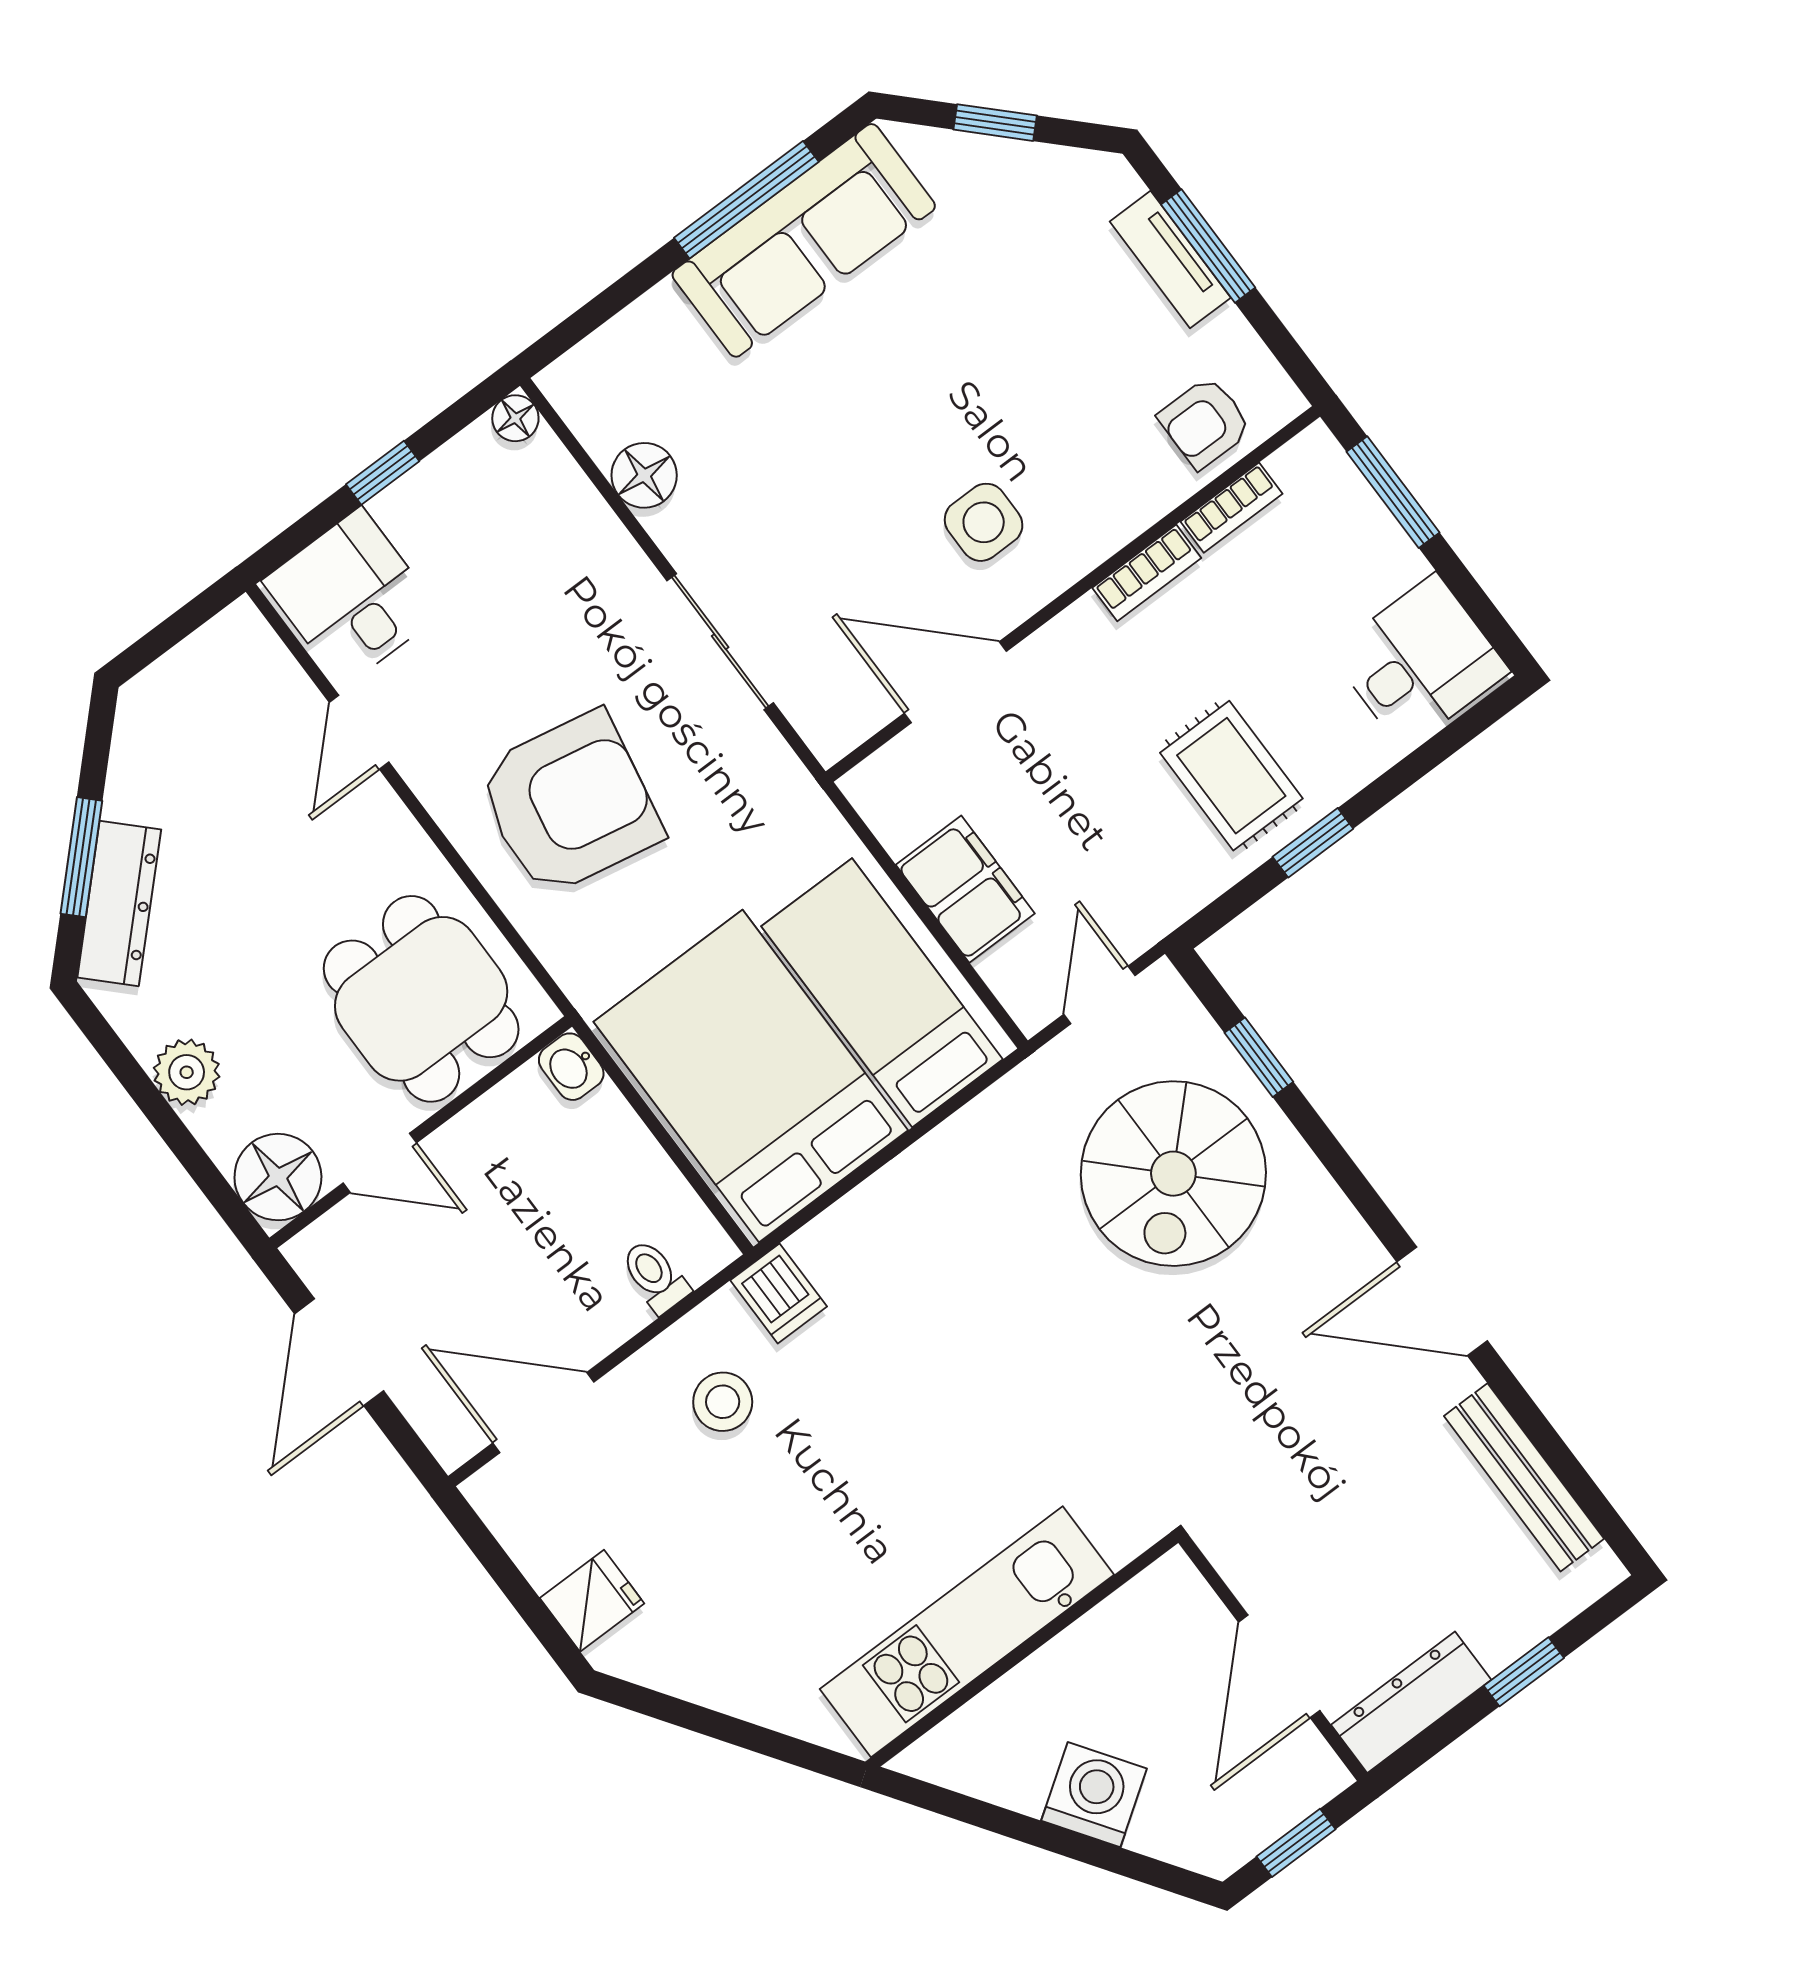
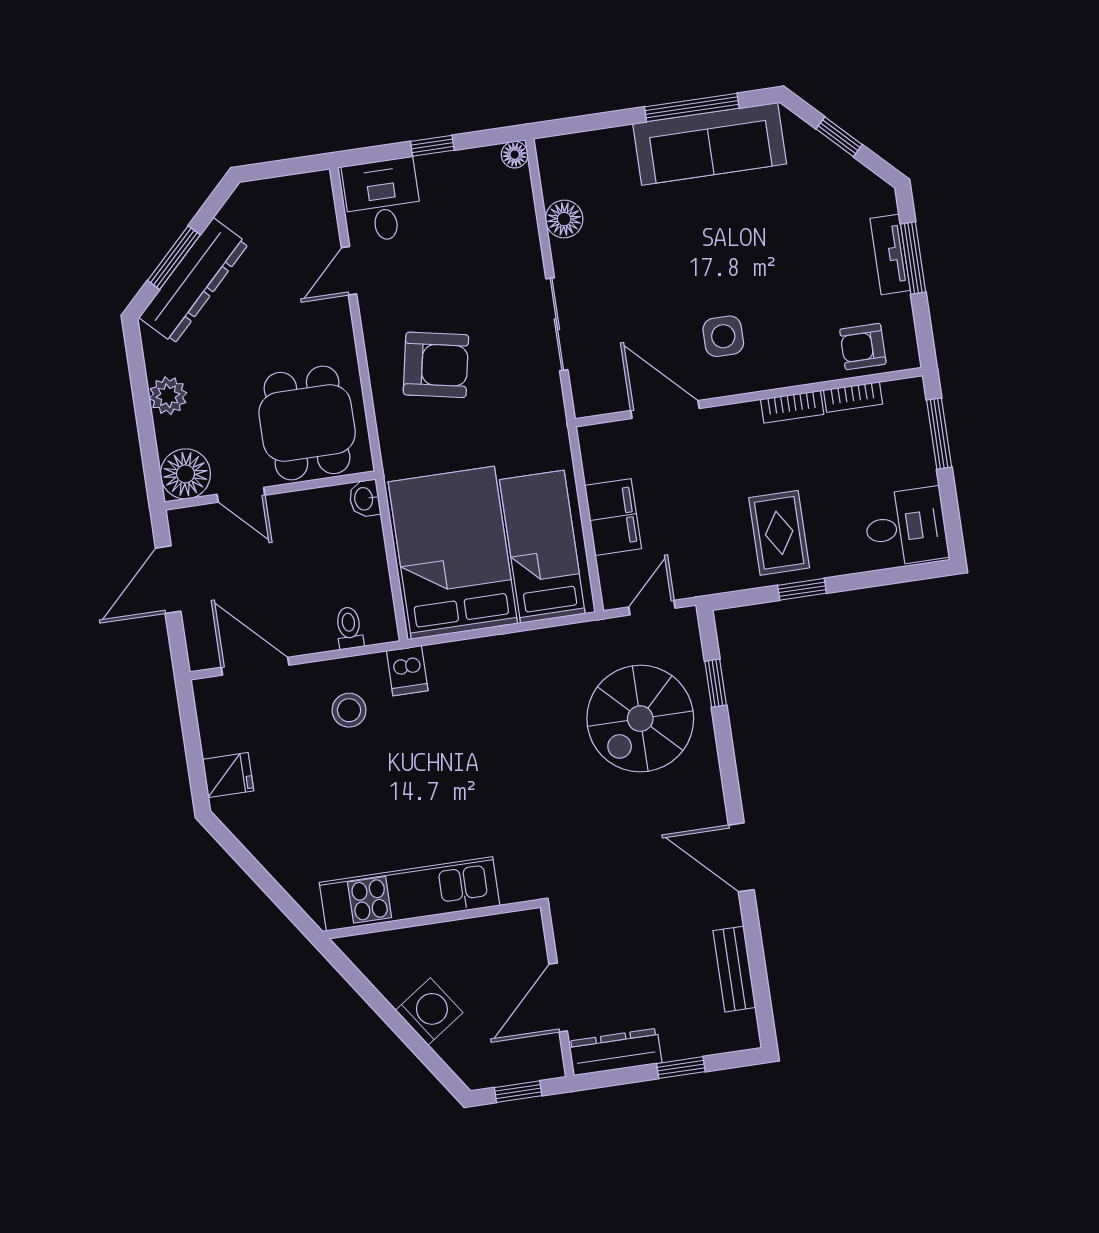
armchair: (569, 804) -> (436, 365), width x0.73, depth x0.73
dresser: (119, 903) -> (194, 281), width x1.37, depth x1.24
bench: (1524, 1477) -> (734, 969), width x0.73

